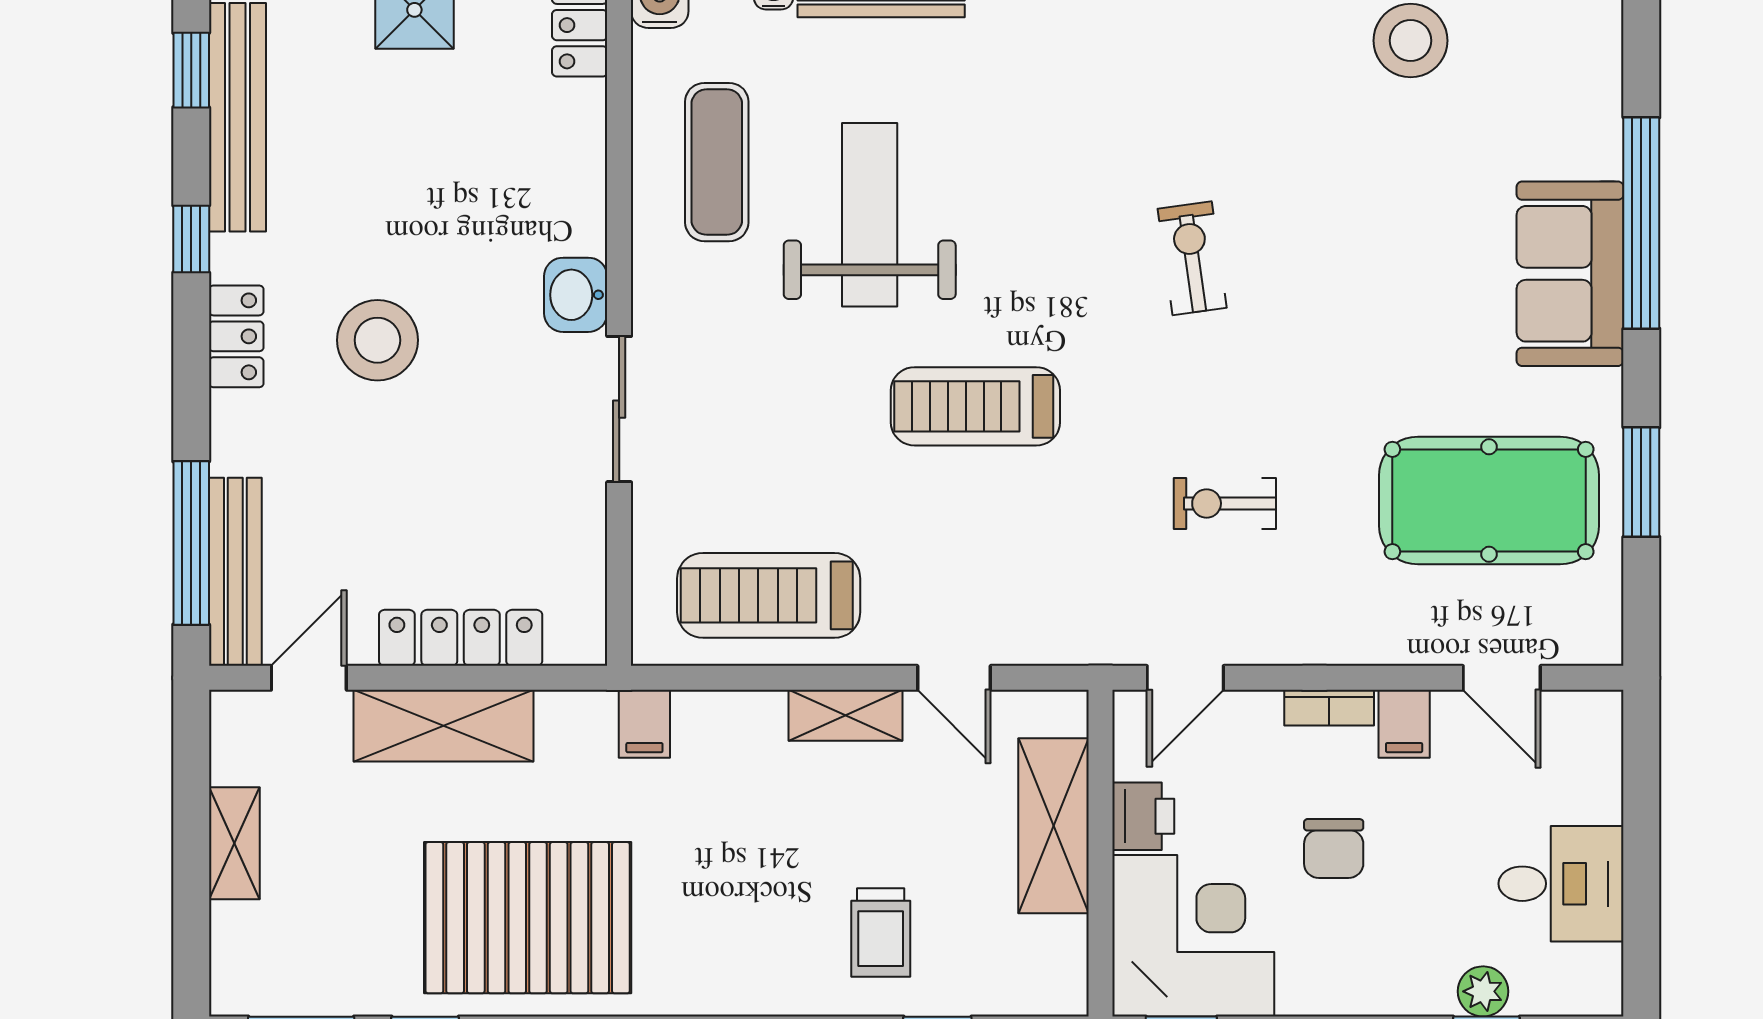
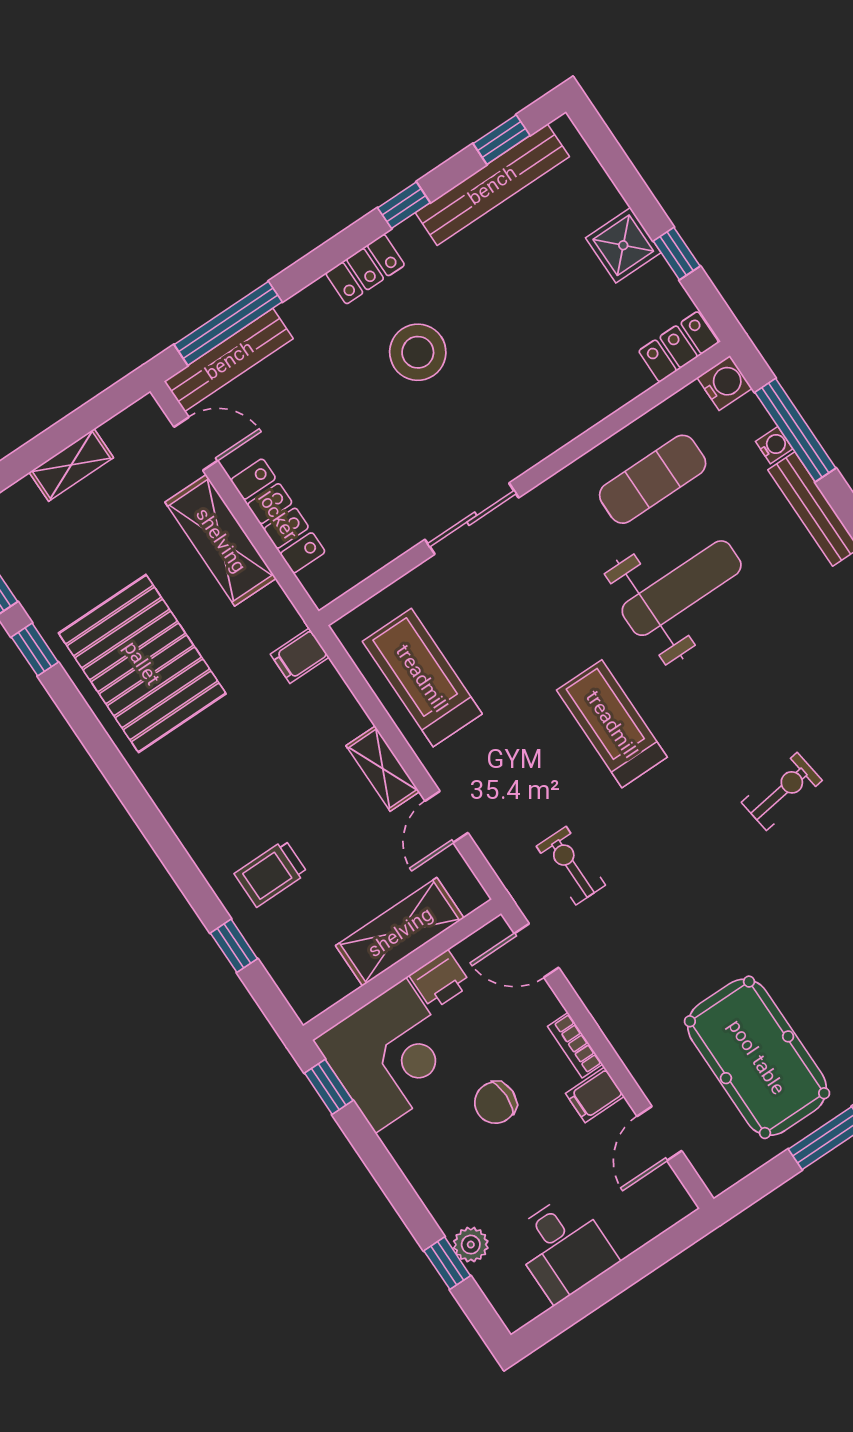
washbasin: (576, 295) -> (521, 449), removed
exercise bike: (1225, 503) -> (571, 866), moved

